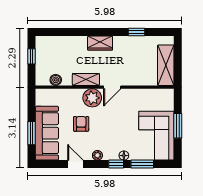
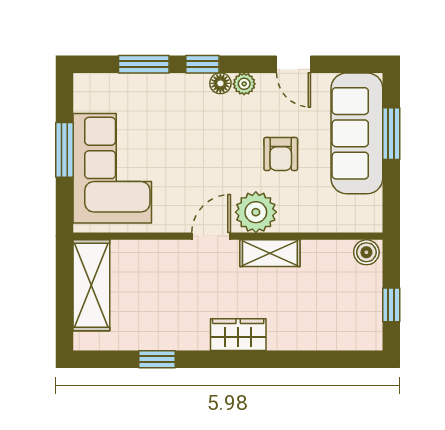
boiler: (56, 80) -> (366, 252), moved
corner sofa: (156, 136) -> (112, 168), moved
floor lamp: (124, 156) -> (220, 83), moved

